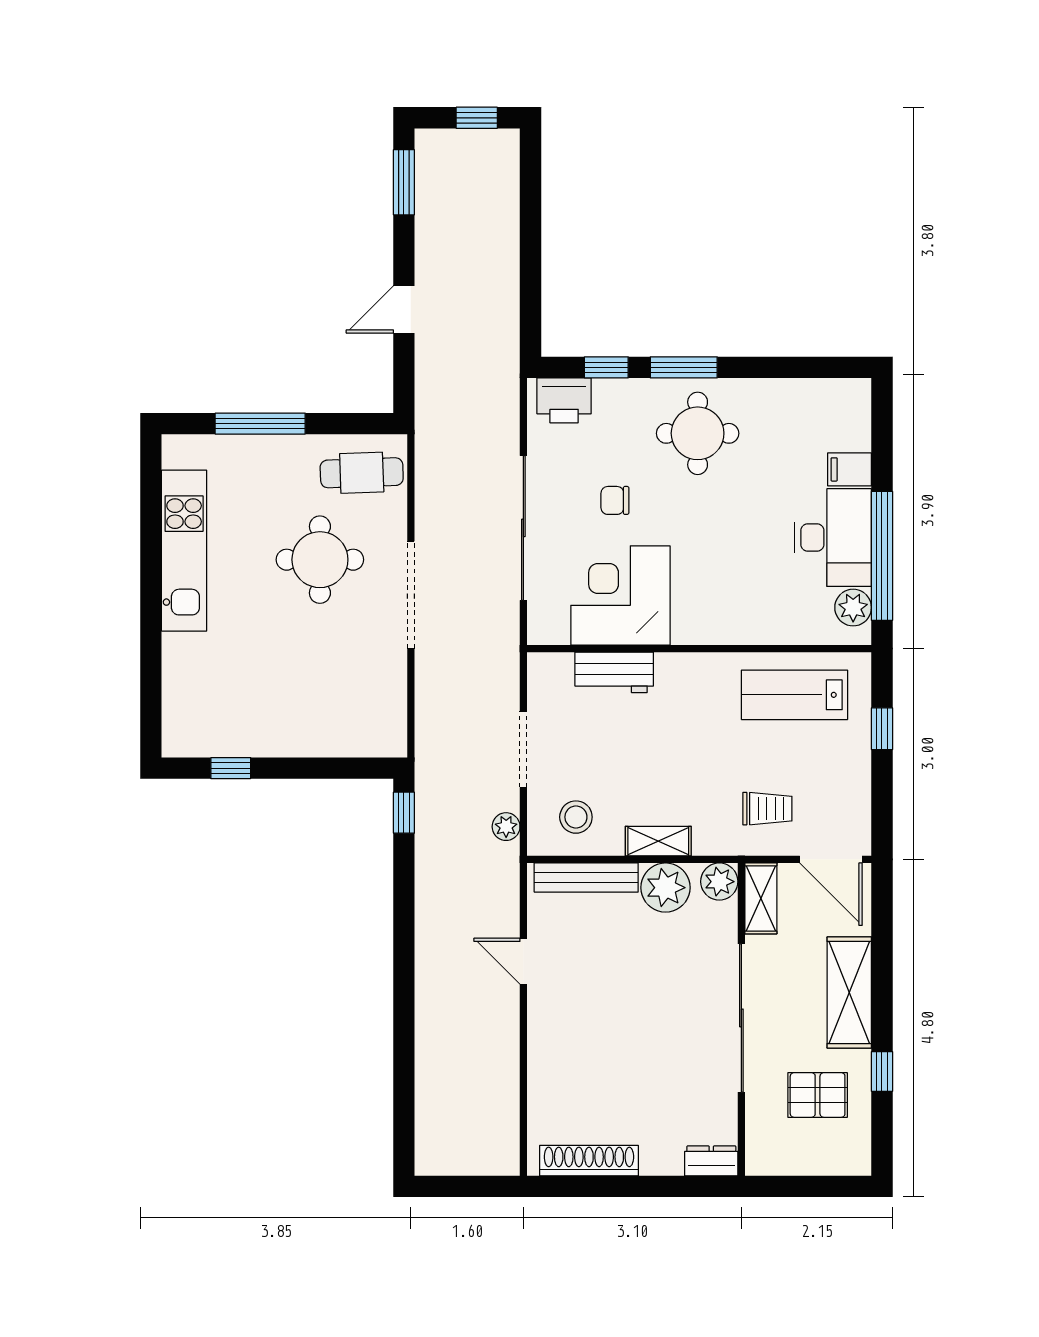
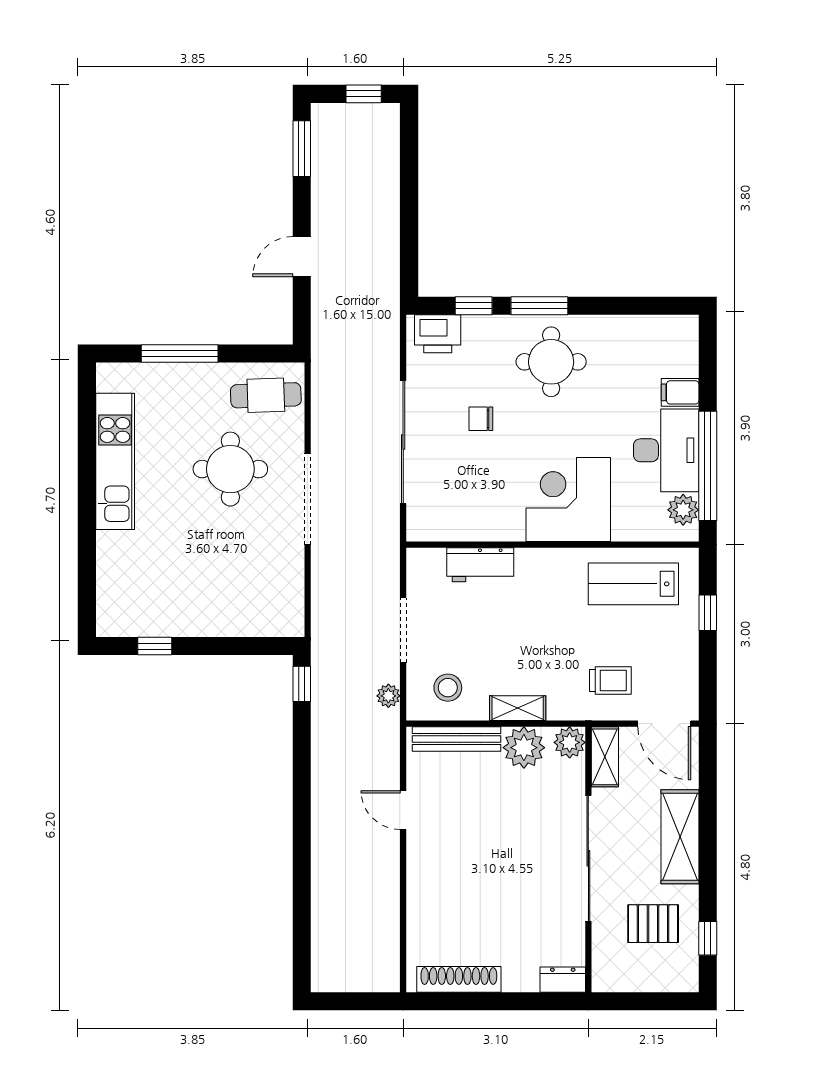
corner desk: (620, 595) -> (568, 499), moved
window: (882, 1071) -> (708, 938), moved

